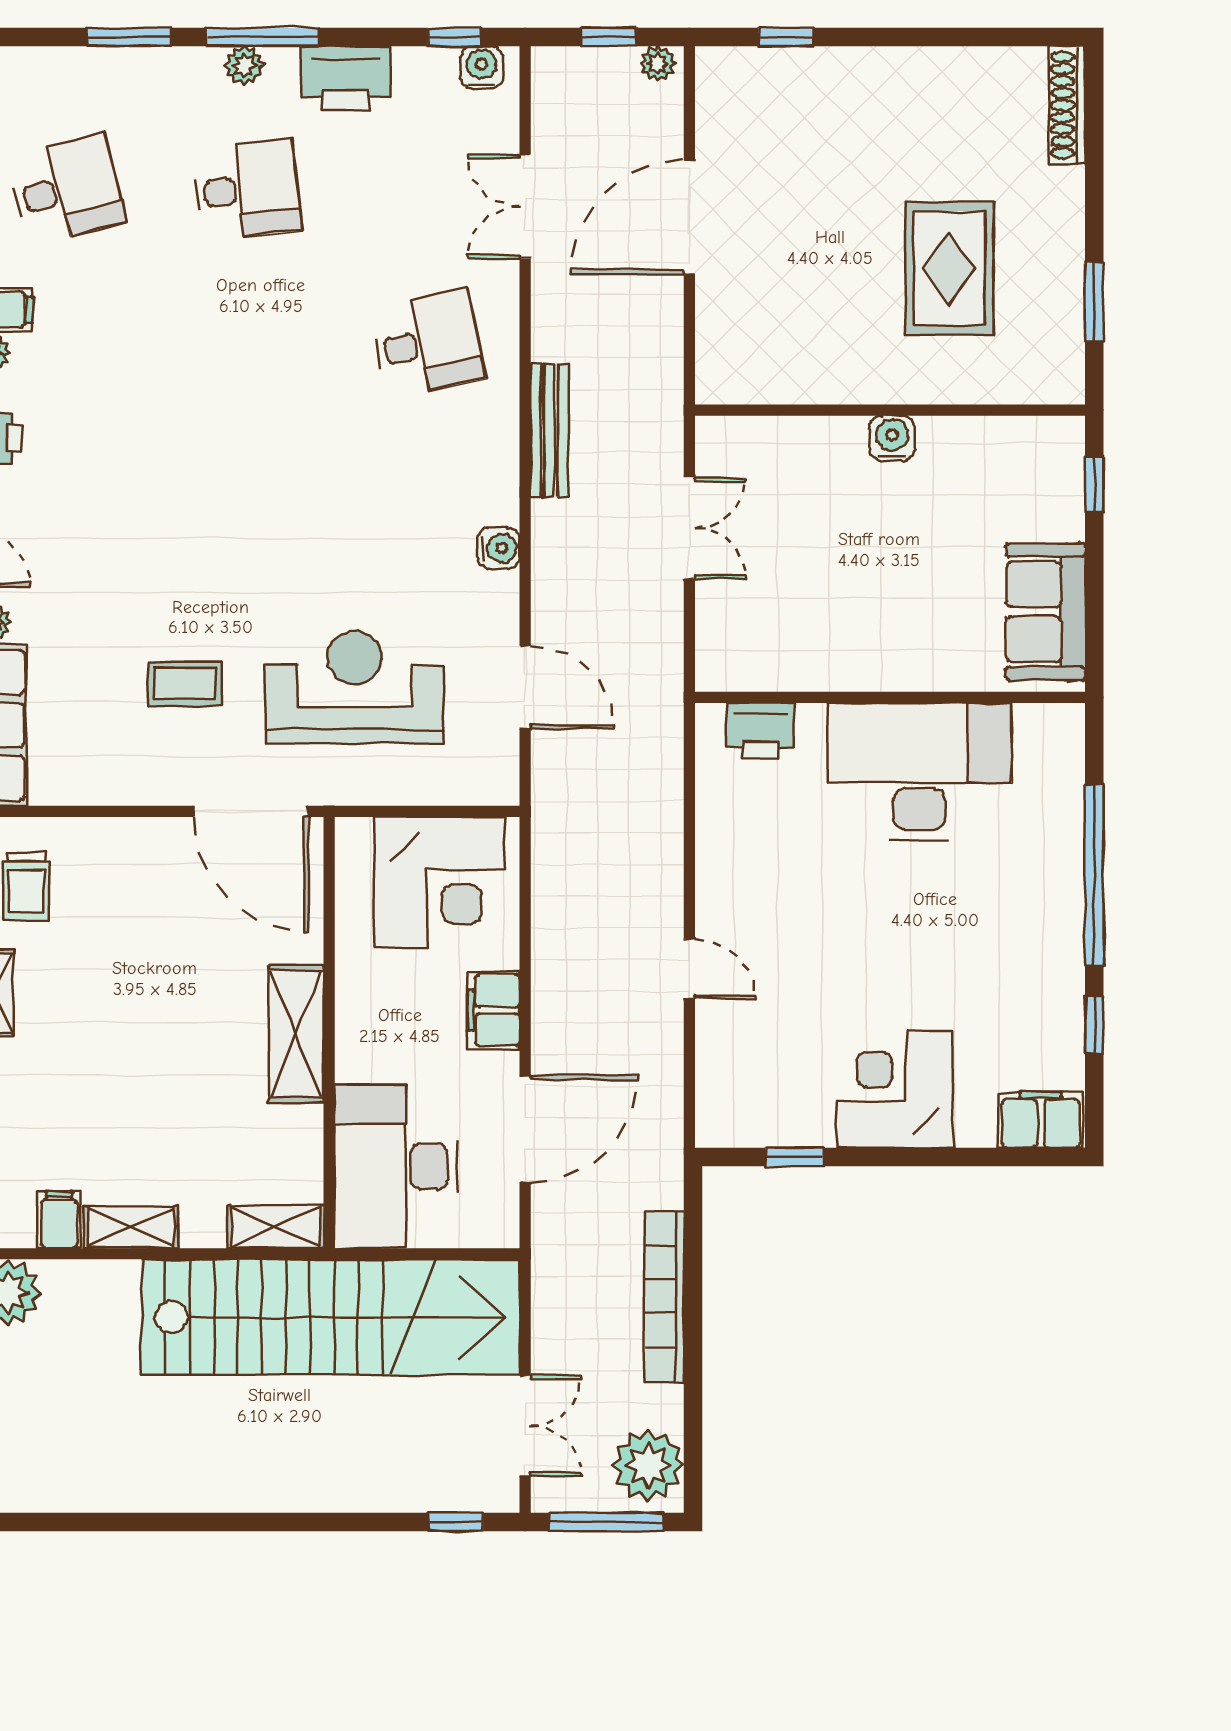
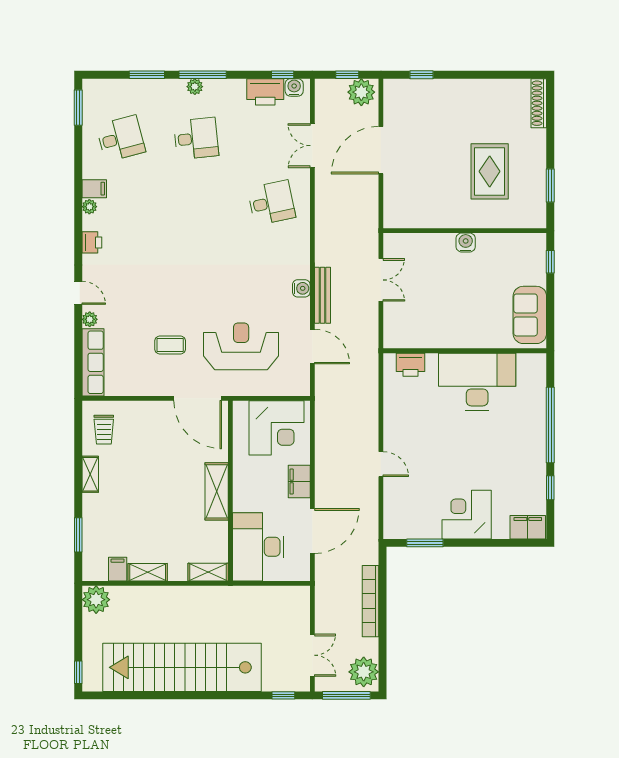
plant: (657, 64) -> (361, 92), width x1.87, depth x1.87
printer: (345, 78) -> (265, 92), moved
bench: (549, 431) -> (322, 295), moved
window: (794, 1157) -> (425, 543), width x1.50
stairs: (330, 1317) -> (182, 667), moved, turned 180

